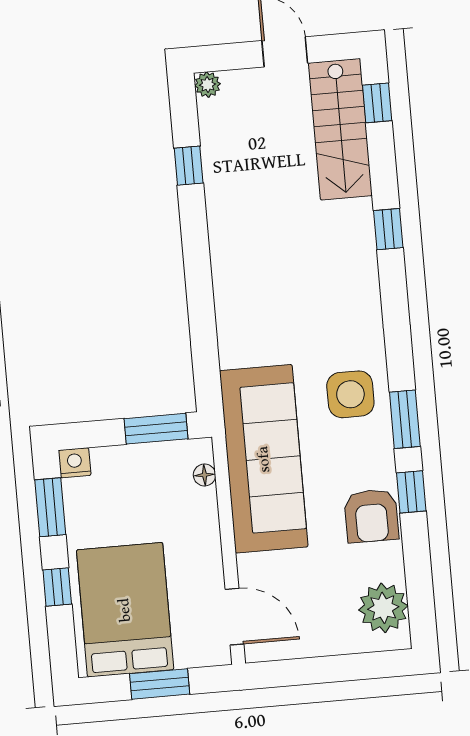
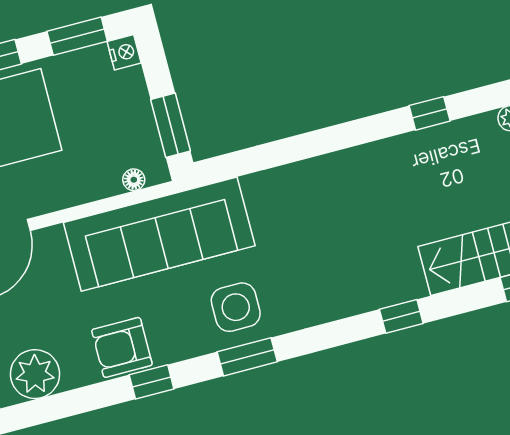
window: (405, 419) -> (247, 357), moved

